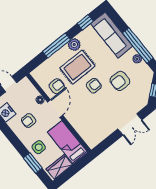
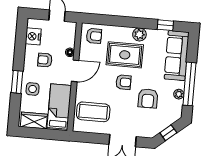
window: (57, 45) -> (125, 22), removed
armchair: (120, 81) -> (148, 98), turned -90
armchair: (57, 86) -> (94, 36), moved
coffee table: (93, 124) -> (93, 112), added
window: (33, 163) -> (17, 82), moved

